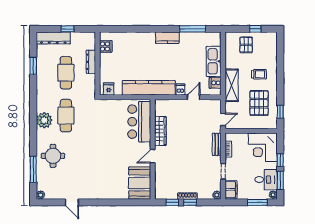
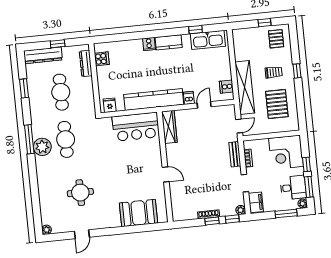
window: (193, 29) -> (195, 30), width x0.46
cooker: (150, 37) -> (149, 44), added
pallet: (246, 45) -> (276, 39), moved
kitchen sink: (214, 61) -> (208, 40), moved, turned -90
dresser: (91, 62) -> (86, 64), moved
shelving: (232, 85) -> (245, 87), width x1.47
window: (280, 112) -> (297, 71), moved
bar counter: (139, 122) -> (136, 127), moved, turned -90
wardrobe: (160, 131) -> (169, 127), moved
round table: (53, 156) -> (80, 193), moved
door: (153, 156) -> (166, 174), swing flipped
window: (33, 169) -> (29, 139), moved
booth: (140, 183) -> (139, 213), moved, turned 90
door: (72, 202) -> (82, 234), hinge flipped
window: (172, 202) -> (232, 219), moved

